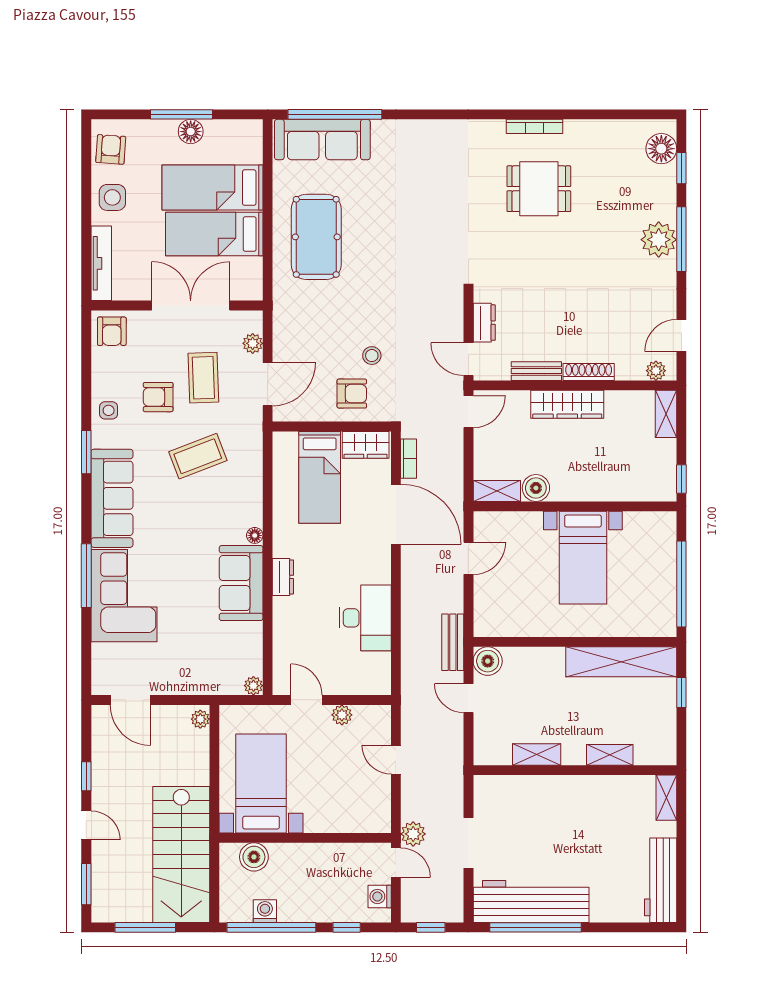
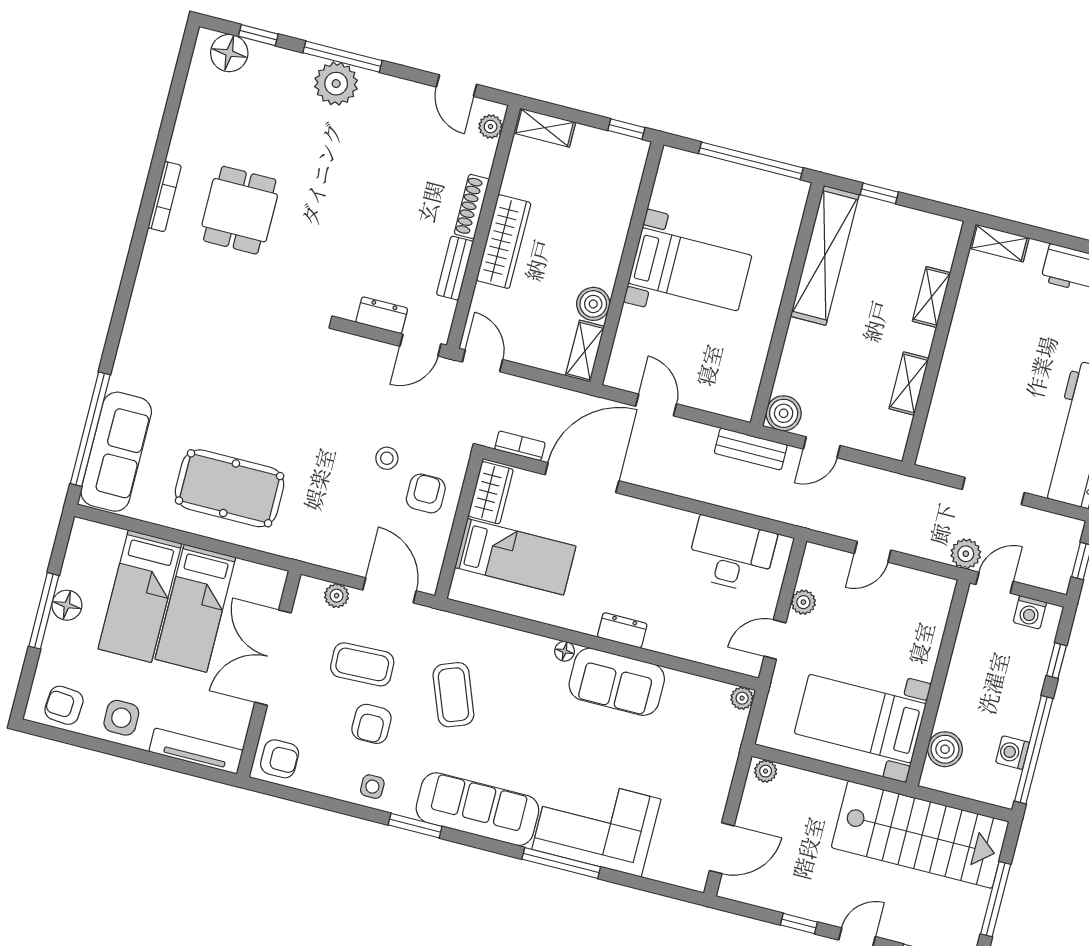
desk: (365, 618) -> (731, 555), moved

